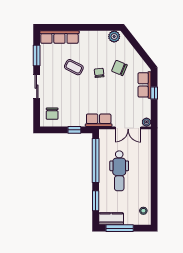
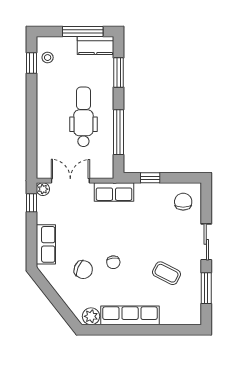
row of seats: (59, 37) -> (130, 315), moved
coffee table: (74, 67) -> (166, 273), moved
window: (154, 93) -> (32, 203), moved
window: (96, 161) -> (119, 132), width x0.68
window: (154, 207) -> (32, 63), added

